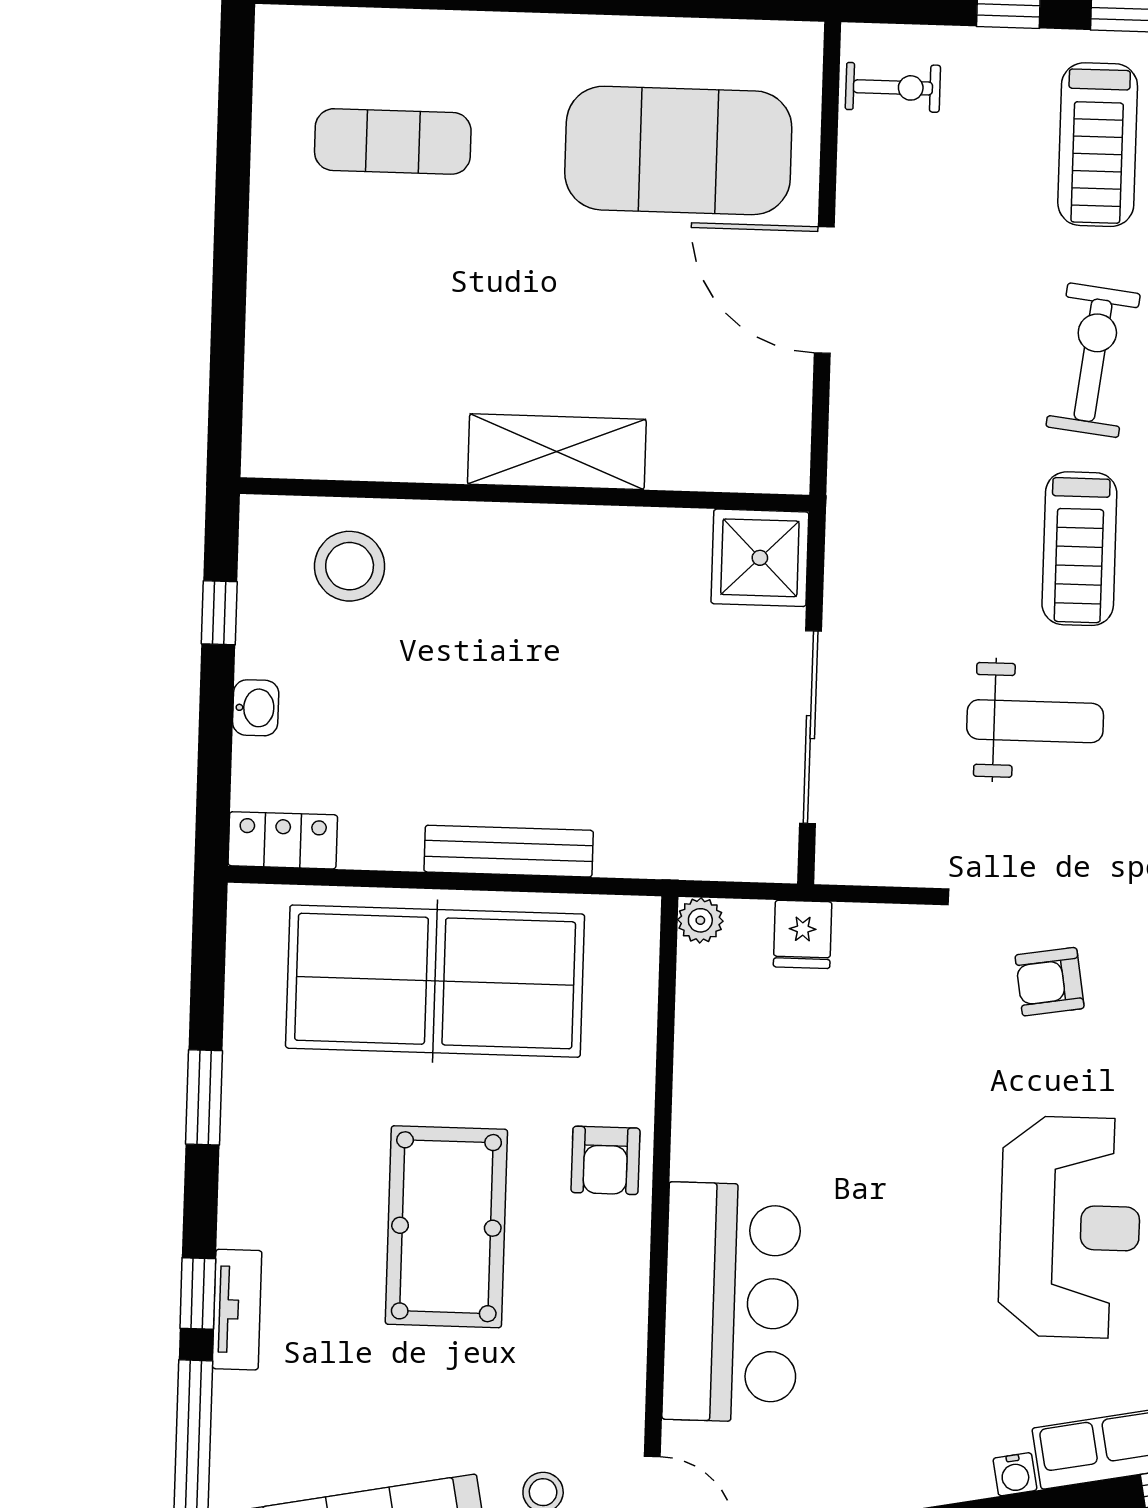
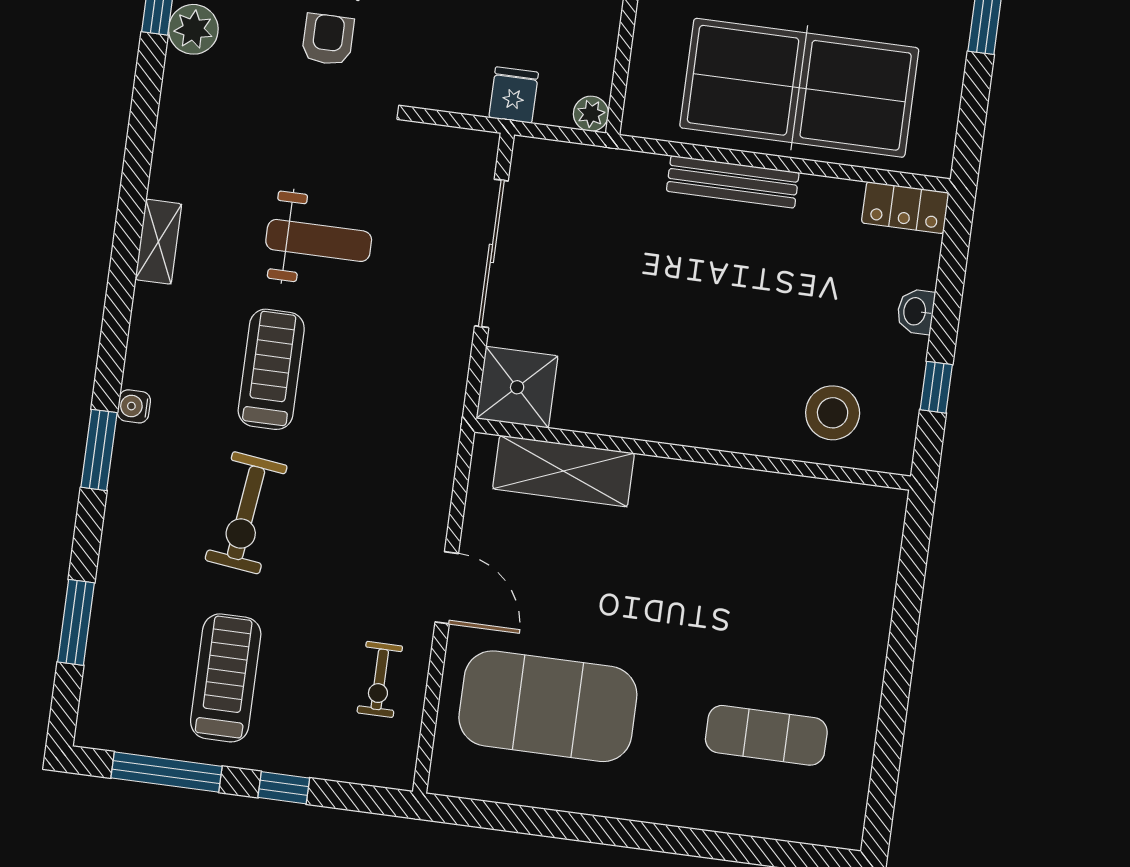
exercise bike: (893, 87) -> (380, 679), moved, turned -90
door: (824, 290) -> (447, 588), width x0.73
shelving: (557, 452) -> (564, 471), moved
weight bench: (1035, 721) -> (319, 240), turned 180
armchair: (1050, 982) -> (328, 39), turned -81

